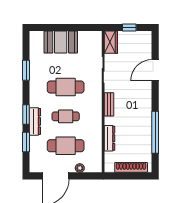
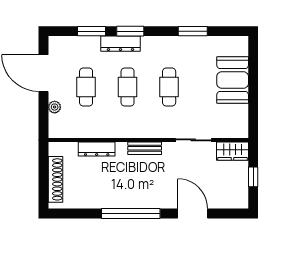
cafe table: (66, 87) -> (169, 87), width x0.73, depth x0.74
window: (155, 132) -> (131, 213), moved
cafe table: (66, 146) -> (86, 87), width x0.73, depth x0.74

